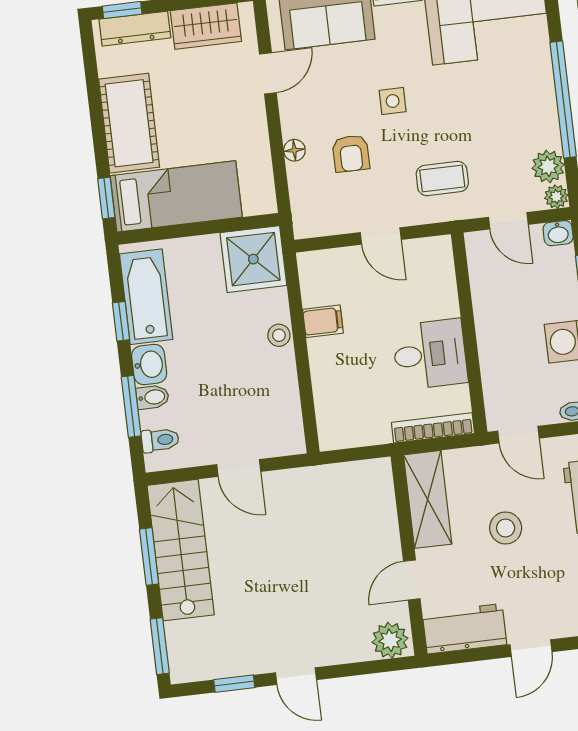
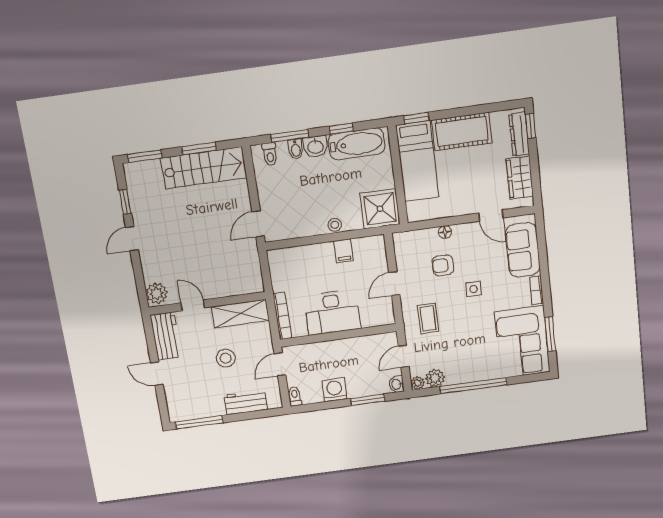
desk: (430, 354) -> (332, 312), width x1.37
door: (239, 468) -> (258, 224), moved

